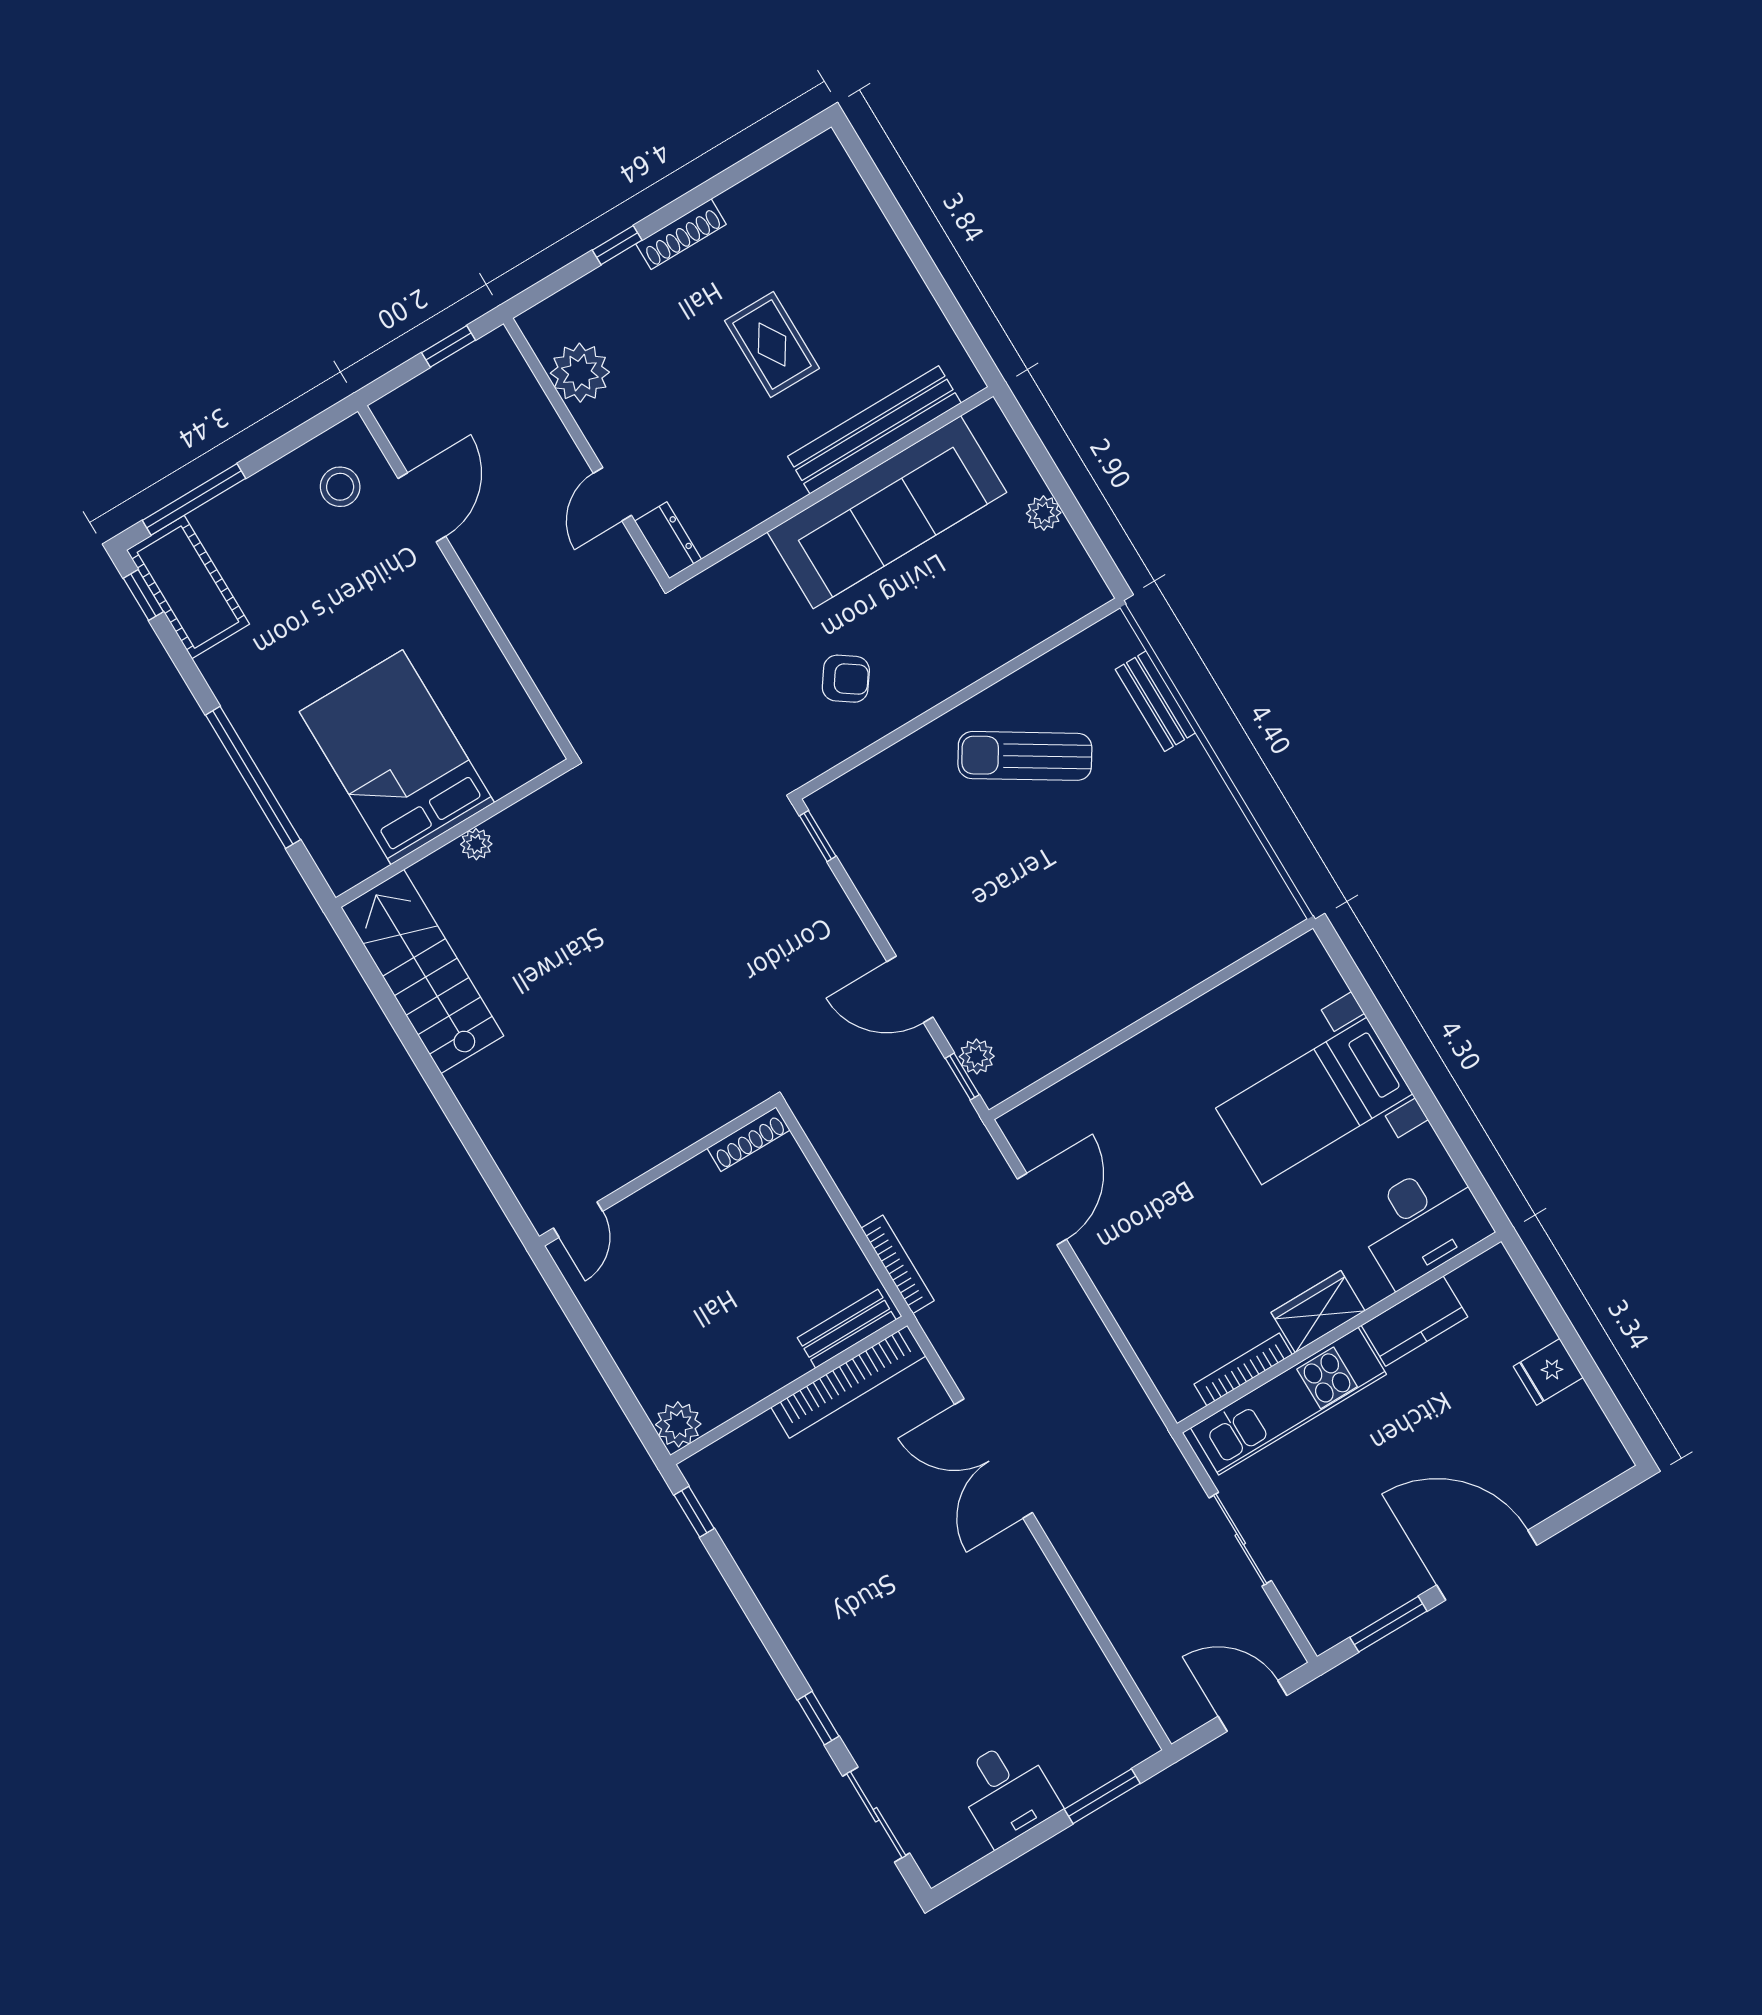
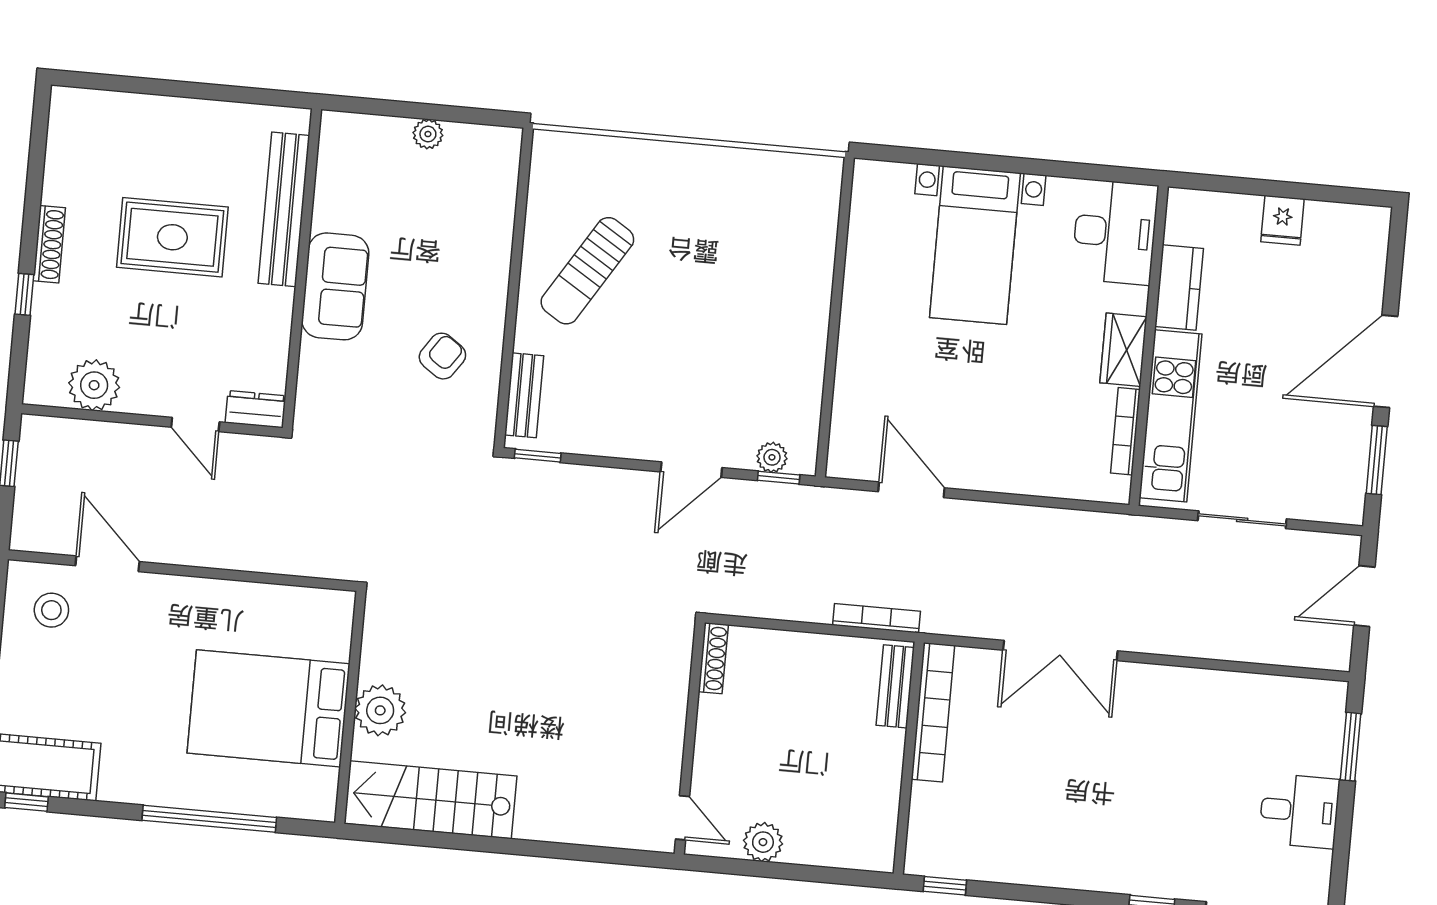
rug: (772, 345) -> (172, 237), width x1.36, depth x1.43
sofa: (887, 512) -> (335, 286), width x0.54, depth x0.79
bench: (1156, 701) -> (524, 395), moved, turned 90
plant: (476, 844) -> (380, 710), width x1.87, depth x1.87
plant: (678, 1424) -> (763, 842), moved

